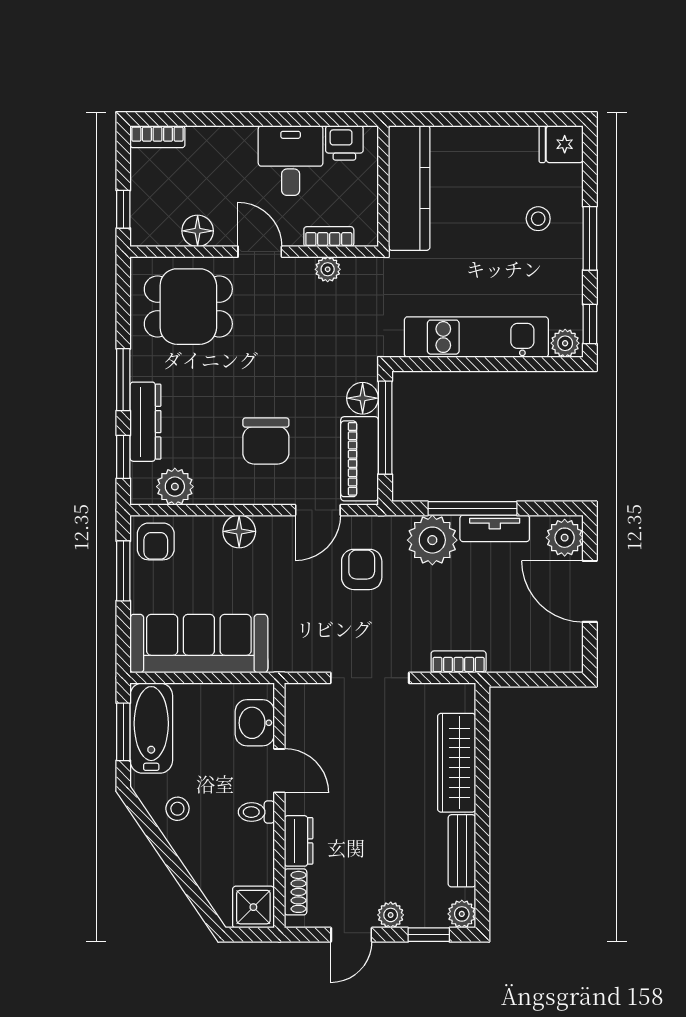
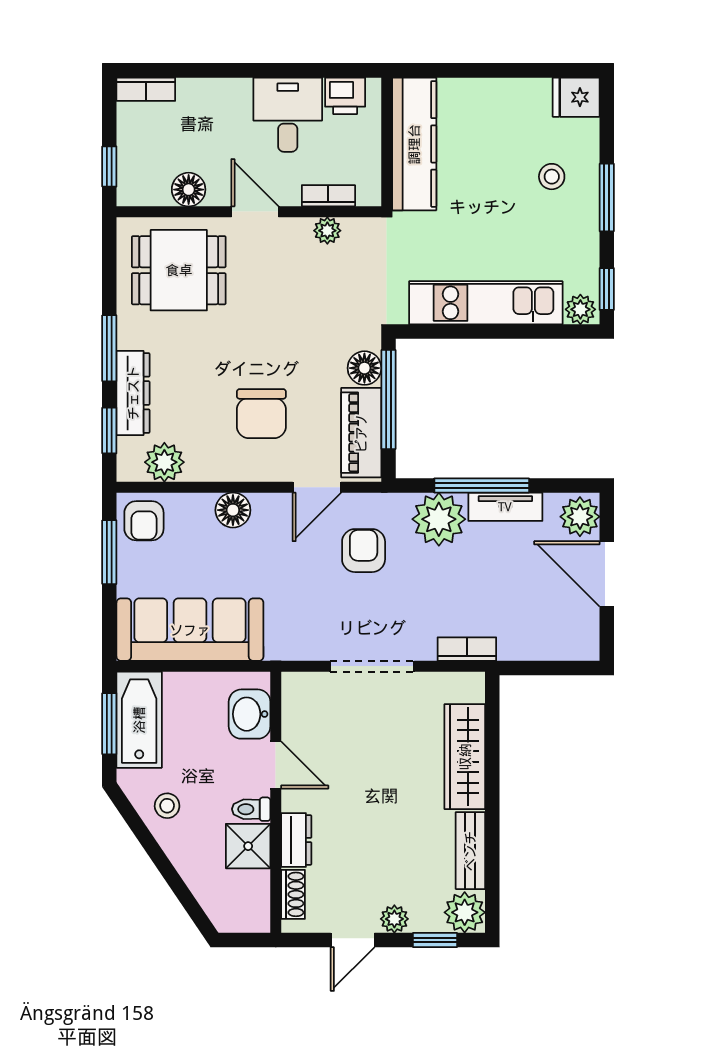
shower: (253, 907) -> (248, 846), moved
plant: (462, 914) -> (465, 912), width x1.38, depth x1.38

